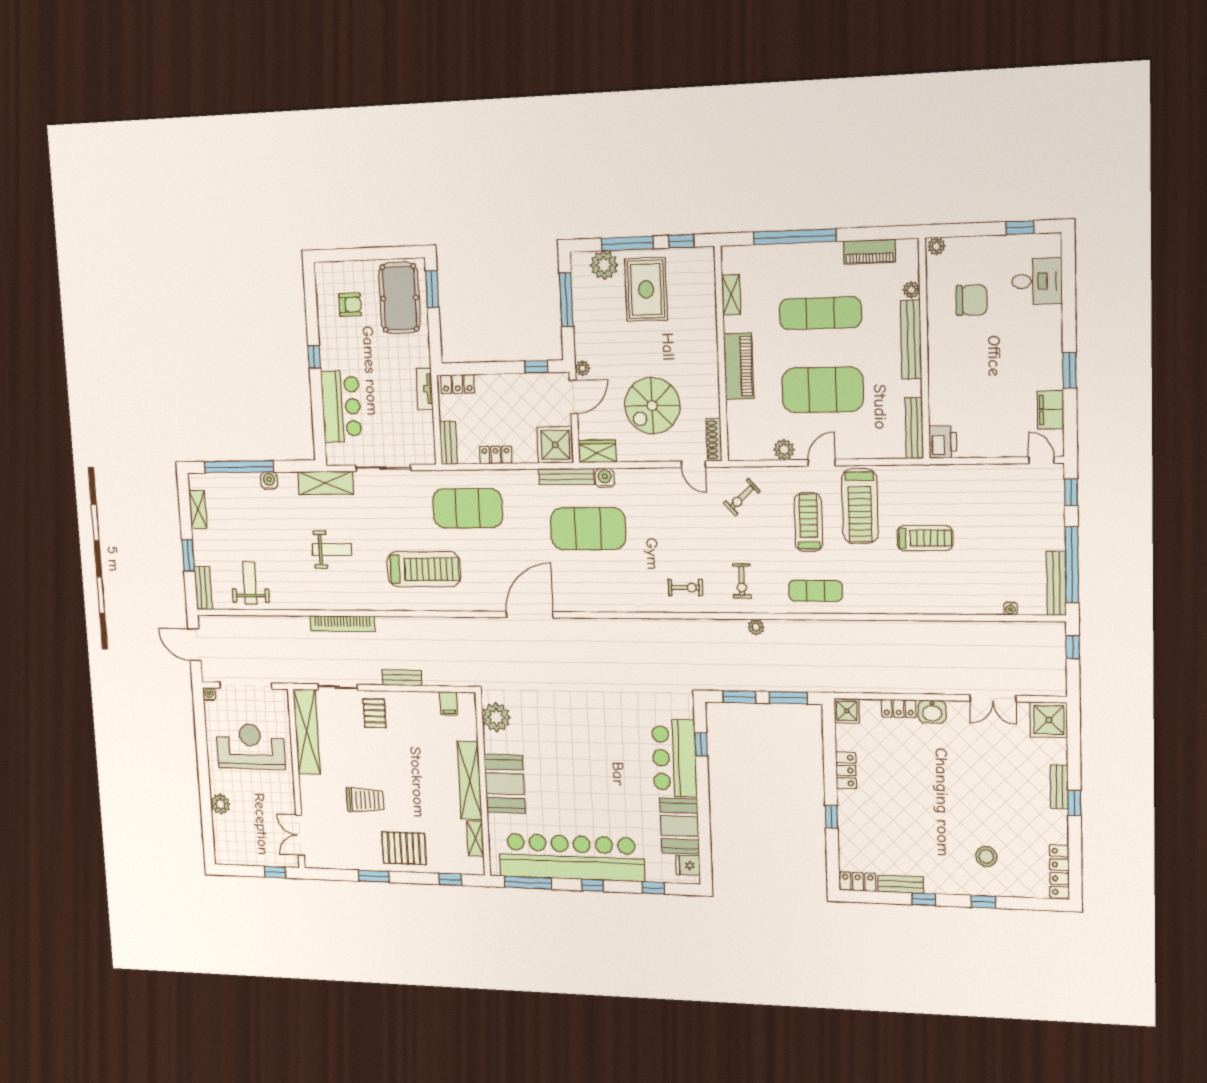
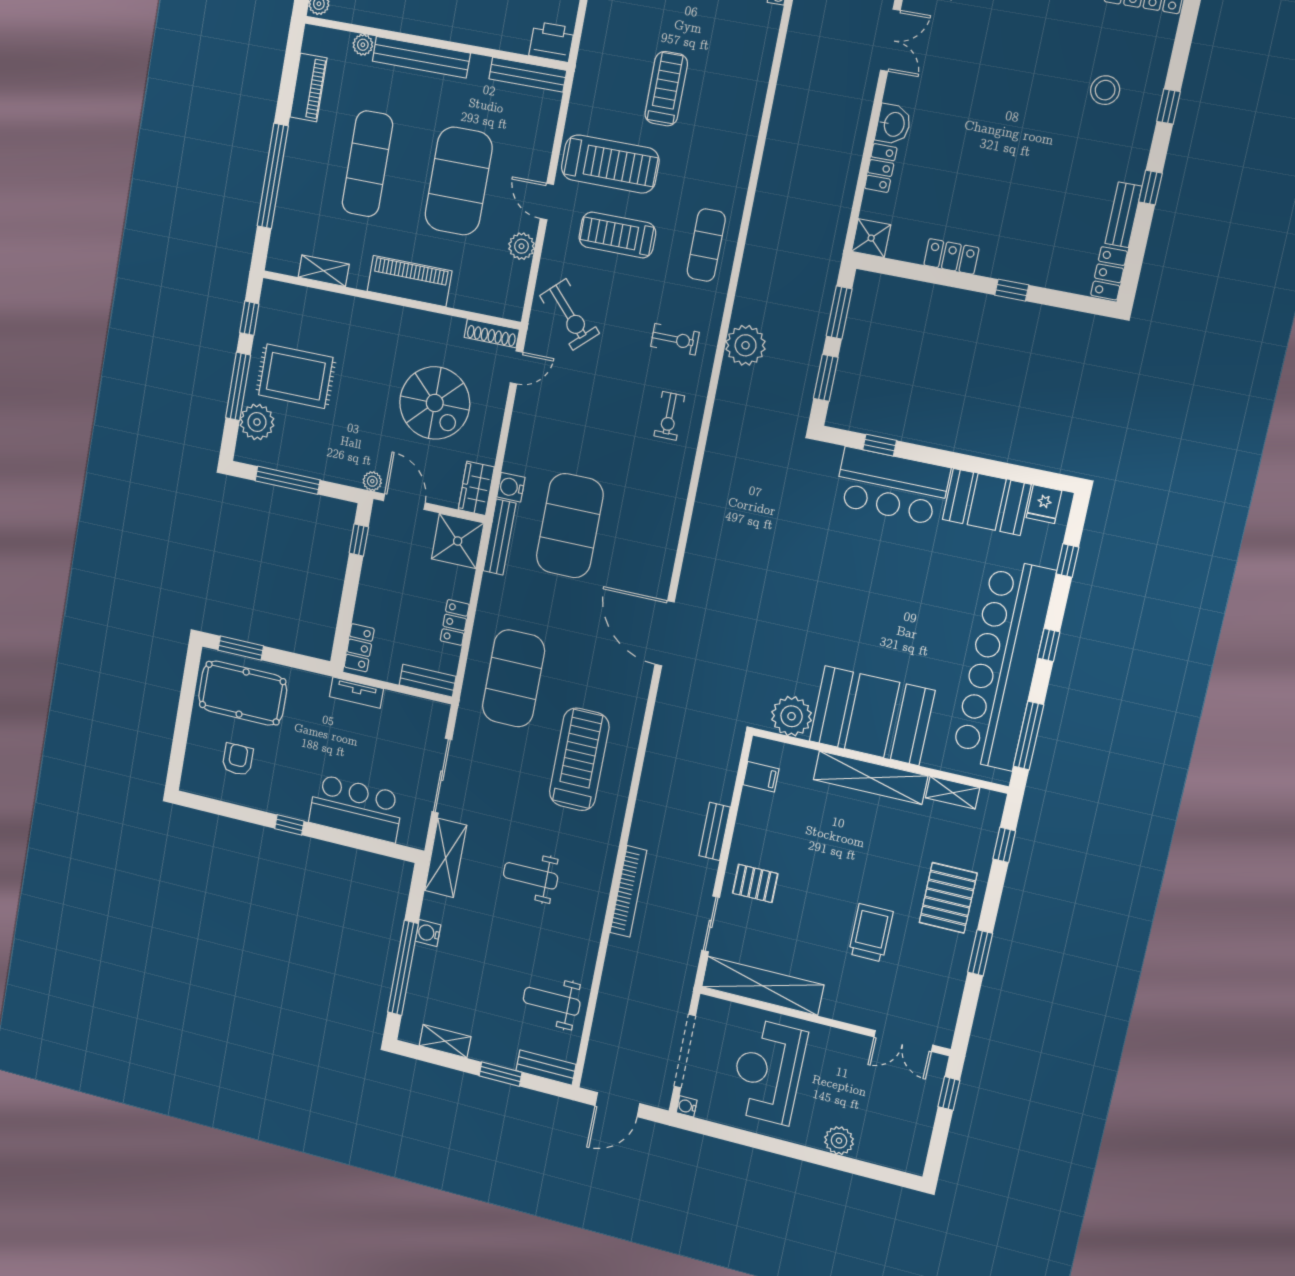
exercise bike: (742, 497) -> (570, 314), width x1.38, depth x1.39
weight bench: (332, 550) -> (531, 876), turned -90
exercise bike: (685, 588) -> (669, 416), turned 180
plant: (756, 627) -> (746, 345), width x1.88, depth x1.88
booth: (505, 784) -> (872, 716), width x1.36, depth x1.42

